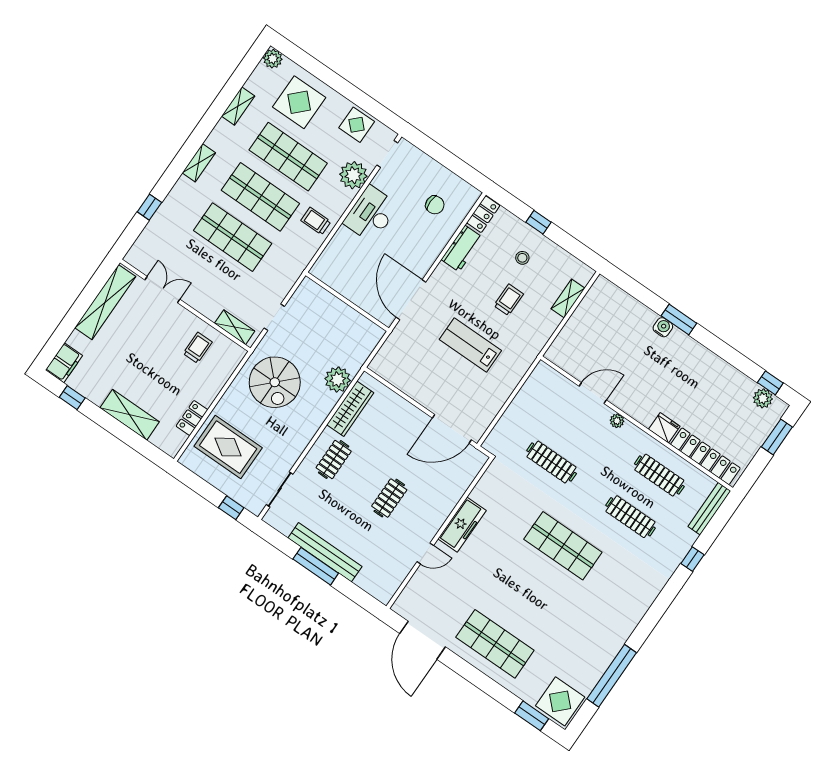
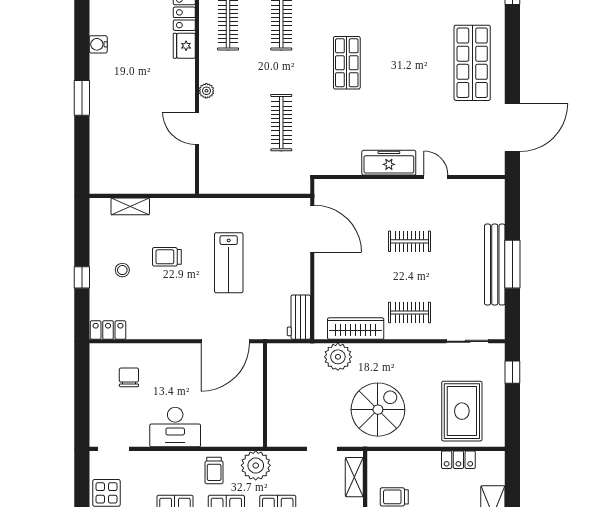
plant: (353, 175) -> (256, 465), moved
workbench: (462, 248) -> (299, 317), moved, turned -90
water cooler: (663, 327) -> (98, 44), moved
shop shelf: (563, 546) -> (347, 63), width x0.70, depth x0.74

